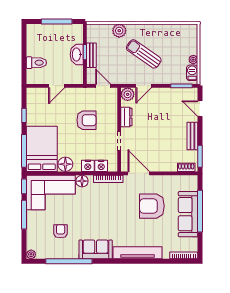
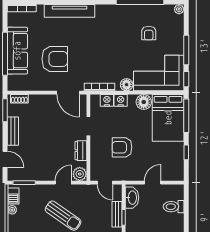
washbasin: (77, 54) -> (132, 198), moved
sofa: (96, 249) -> (113, 14), removed

